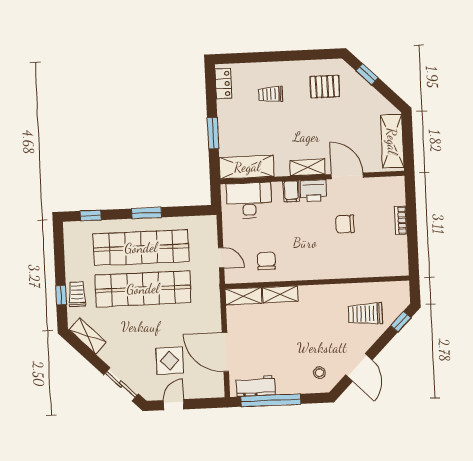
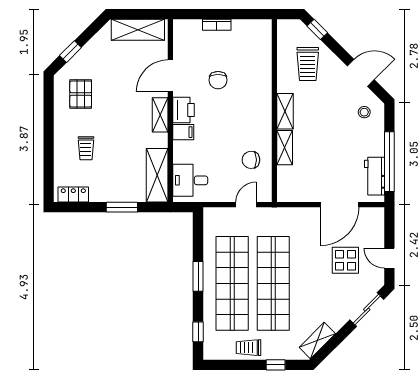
desk: (249, 200) -> (190, 180), width x0.73
trolley: (77, 294) -> (248, 348), moved
shelving: (243, 296) -> (285, 111), moved

